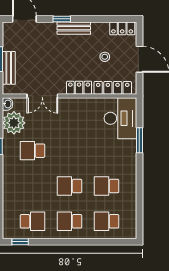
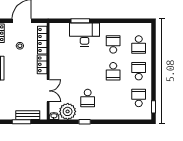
desk: (120, 118) -> (85, 34), moved
school desk: (107, 186) -> (113, 44), turned 180
school desk: (70, 221) -> (139, 71), turned 180

